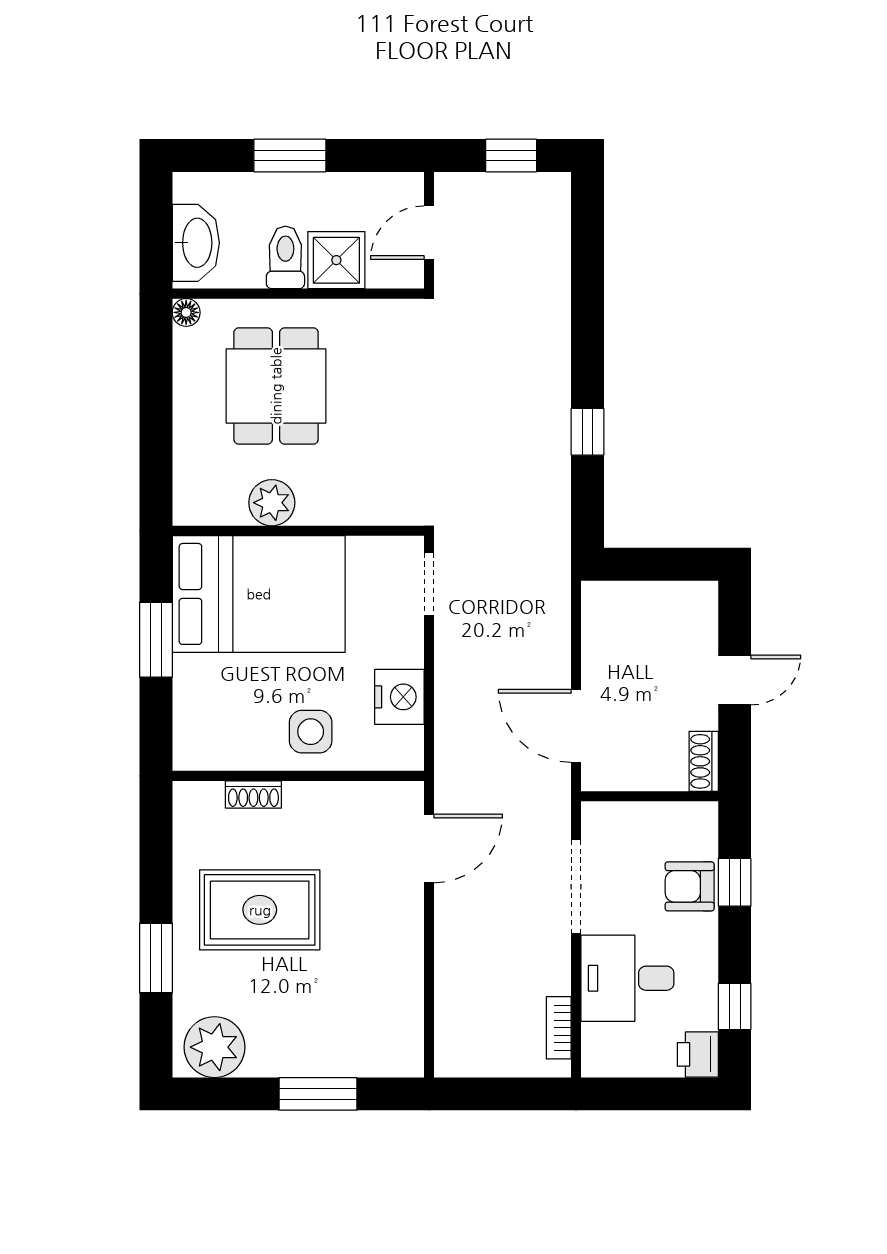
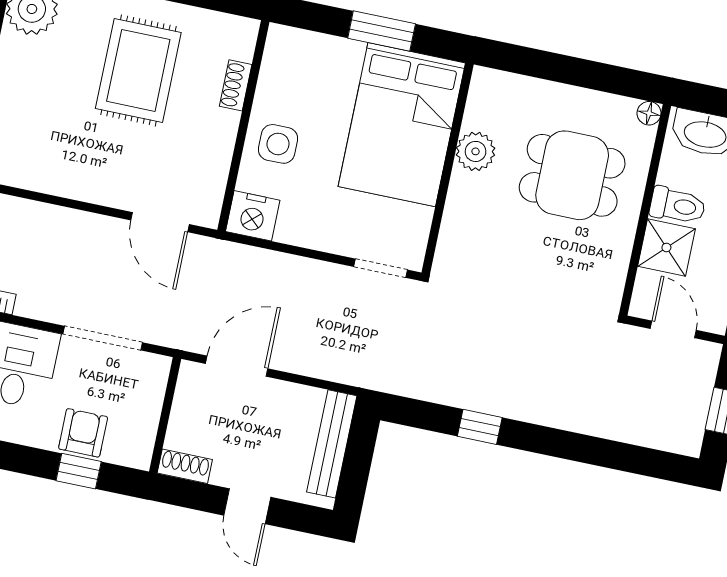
bench: (642, 598) -> (332, 444), added
nightstand: (399, 697) -> (253, 216), moved

